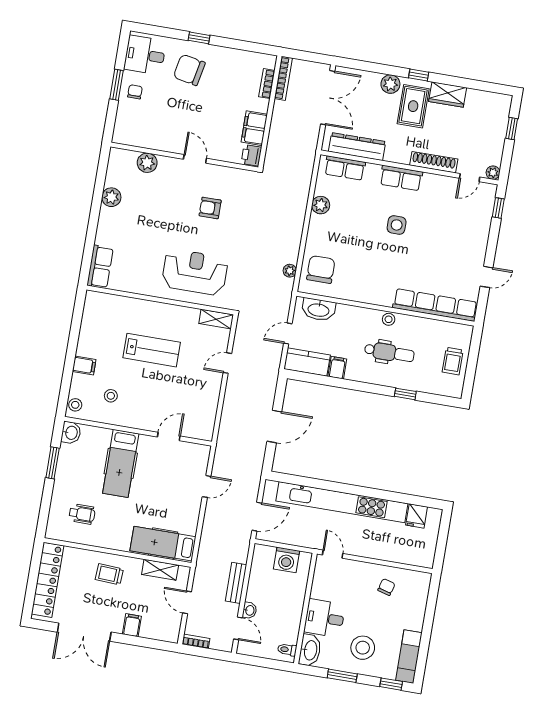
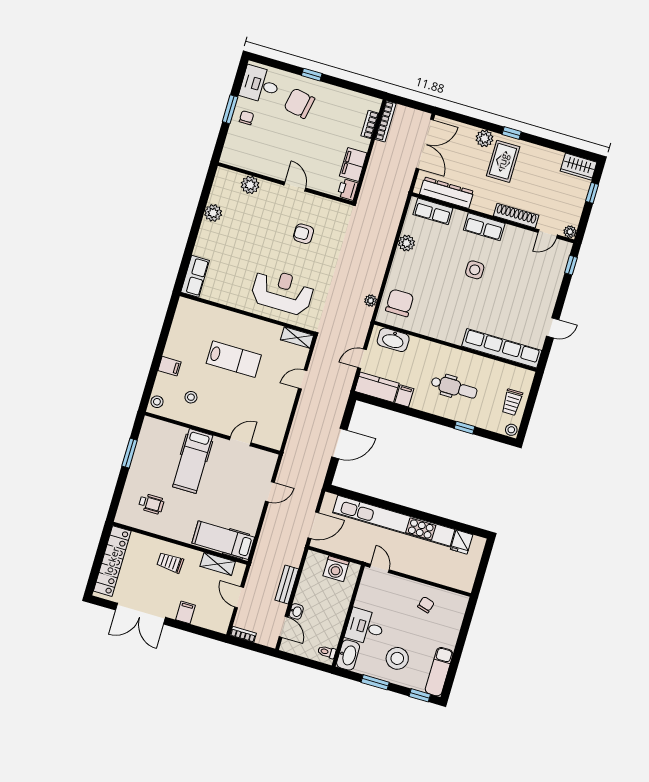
wardrobe: (448, 95) -> (579, 167), moved
stool: (389, 319) -> (511, 430), moved
washbasin: (71, 433) -> (150, 427), removed

